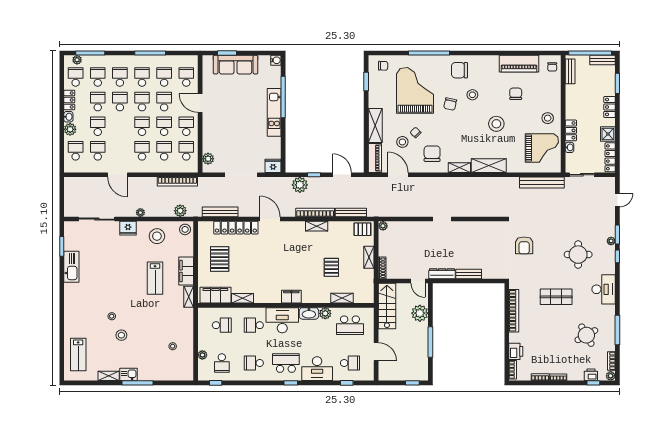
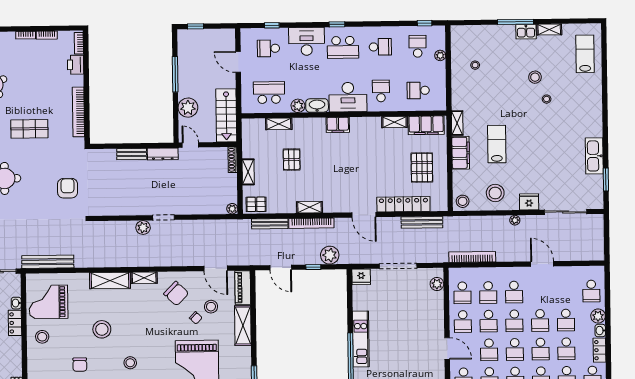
chair: (450, 104) -> (156, 352), removed
school desk: (98, 151) -> (540, 320), moved
chair: (432, 154) -> (176, 294), turned -46
plant: (180, 211) -> (143, 227), moved
school desk: (254, 325) -> (381, 91), turned -90

